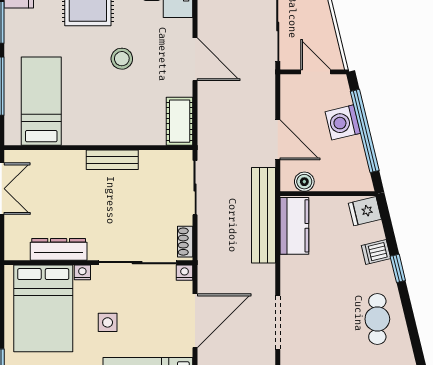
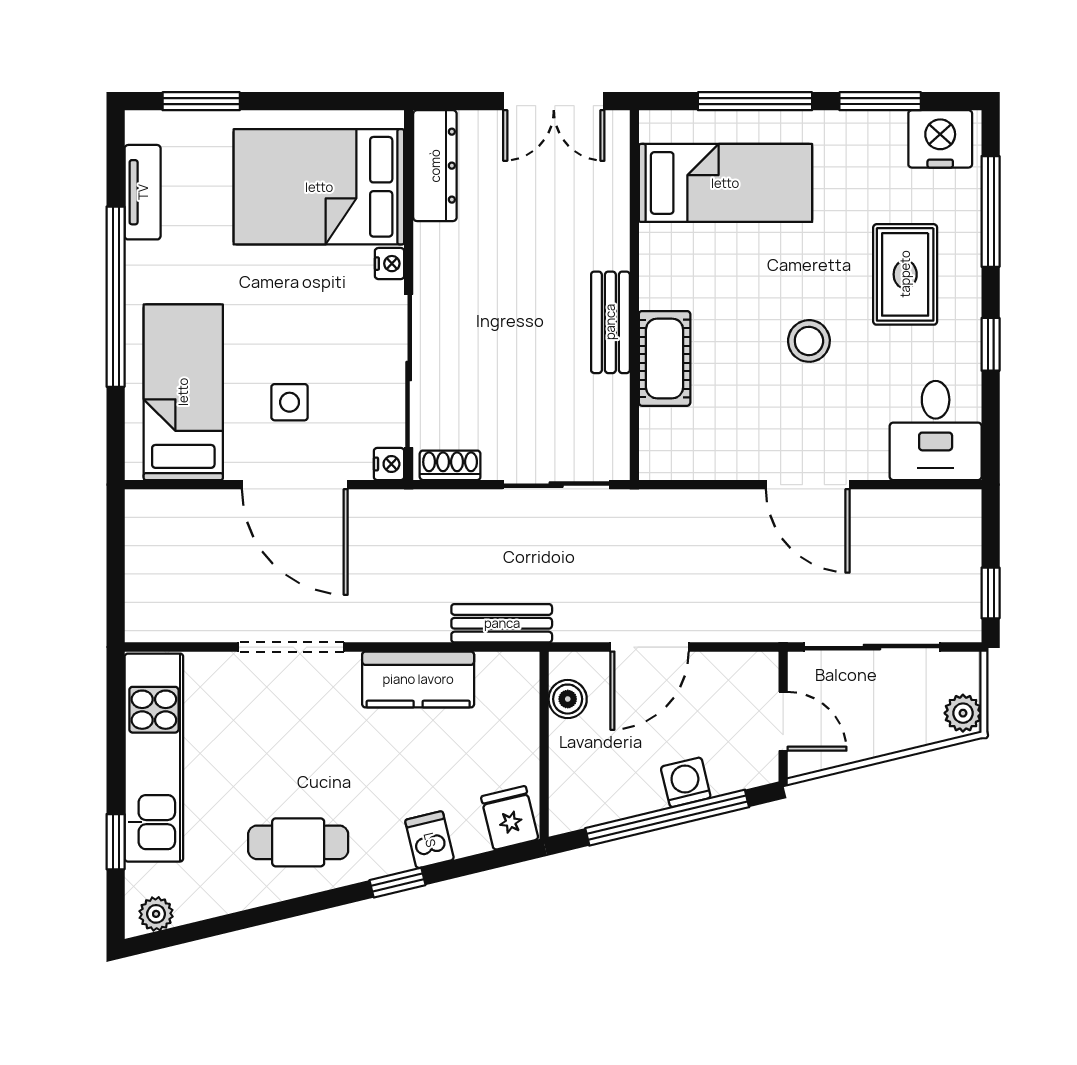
door: (195, 59) -> (808, 485), hinge flipped
door: (316, 72) -> (783, 721), hinge flipped
cot: (180, 121) -> (665, 358), moved, turned 90
washing machine: (343, 122) -> (686, 782), width x0.73, depth x0.73
bench: (264, 215) -> (502, 623), width x0.54, depth x0.82
kitchen counter: (294, 226) -> (418, 679), moved
dresser: (59, 249) -> (435, 166), moved
side table: (108, 322) -> (290, 402), moved

